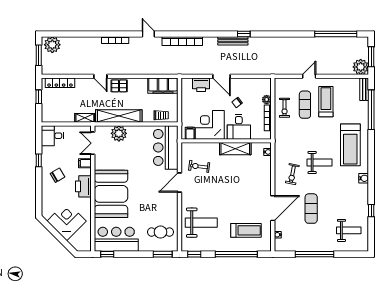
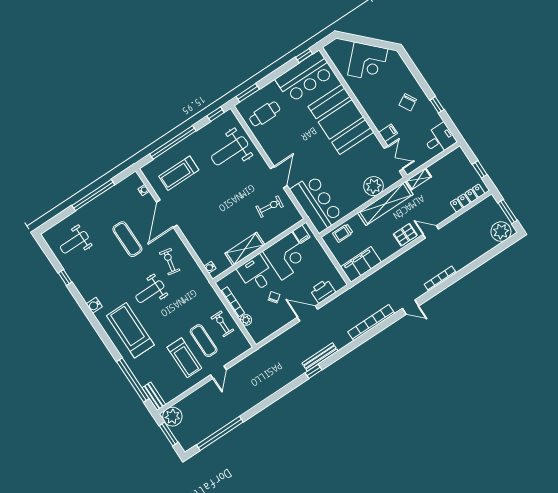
printer: (83, 186) -> (374, 108), removed

